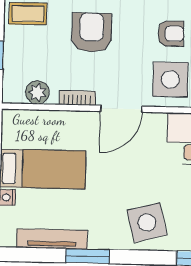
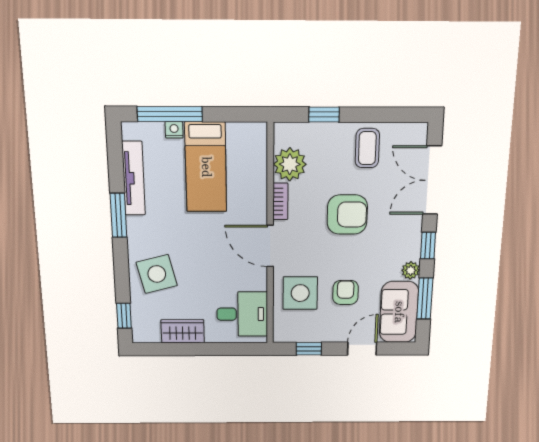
armchair: (171, 34) -> (346, 292), turned 180
plant: (37, 92) -> (290, 164), width x1.36, depth x1.36

